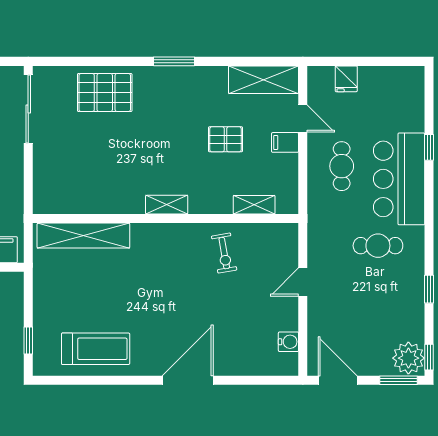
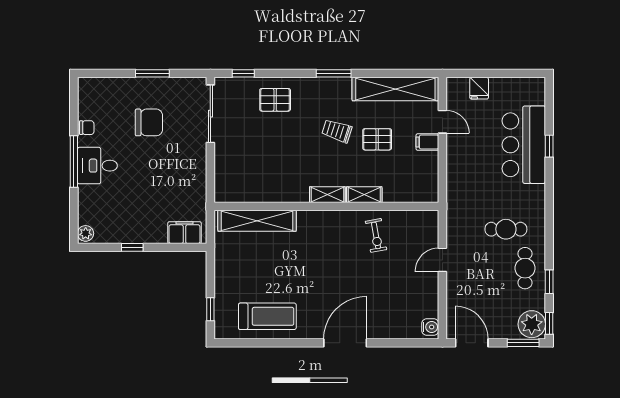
window: (67, 61) -> (243, 73), added
shelving: (263, 80) -> (395, 89), width x1.47
pallet: (105, 93) -> (275, 100), width x0.67, depth x0.71
trolley: (178, 129) -> (337, 131), added
cafe table: (342, 166) -> (525, 268), moved
bar counter: (399, 179) -> (524, 145), moved
shelving: (254, 205) -> (364, 195), moved
window: (429, 289) -> (549, 282), moved
water cooler: (288, 342) -> (430, 327), moved

